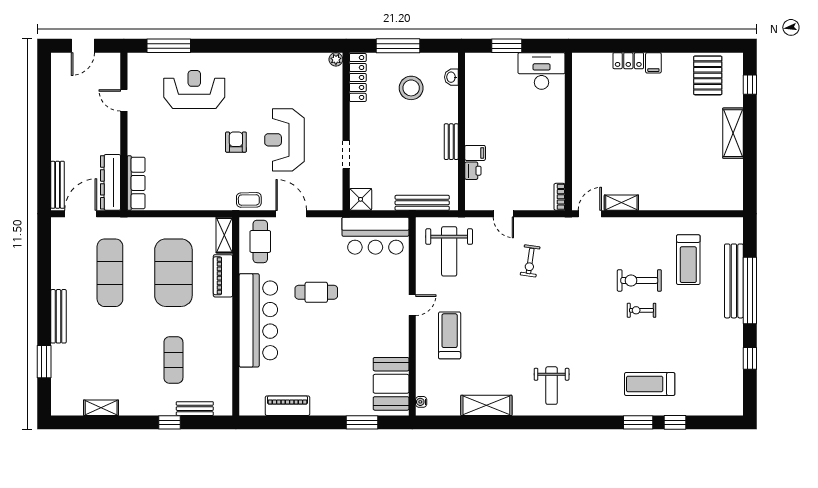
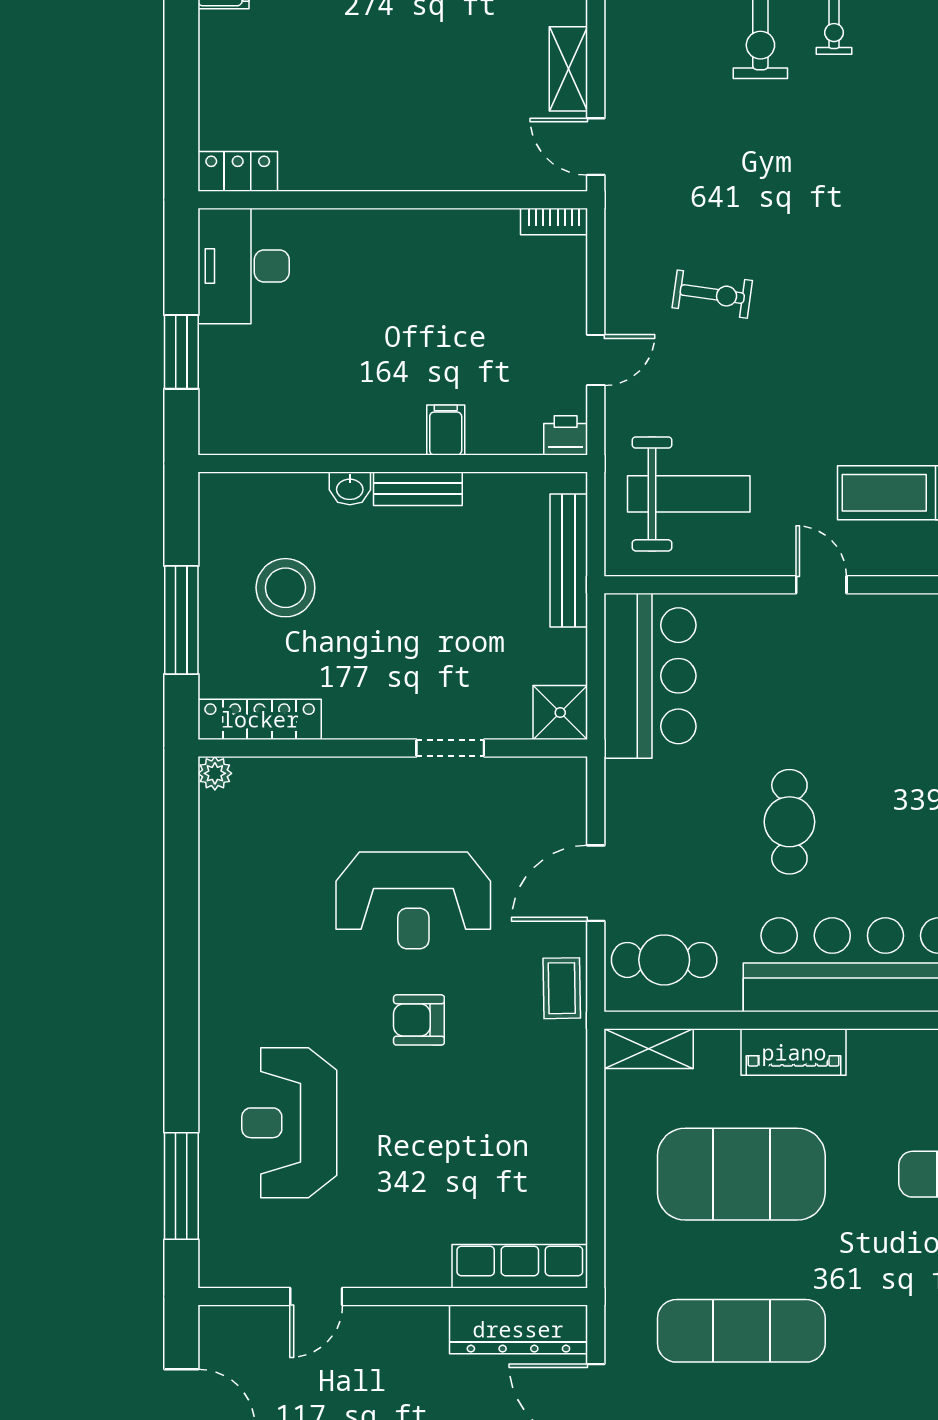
locker: (628, 61) -> (238, 171), moved, turned -90
washbasin: (451, 77) -> (350, 488), moved
printer: (473, 171) -> (566, 435), moved
piano: (223, 276) -> (794, 1052), moved

